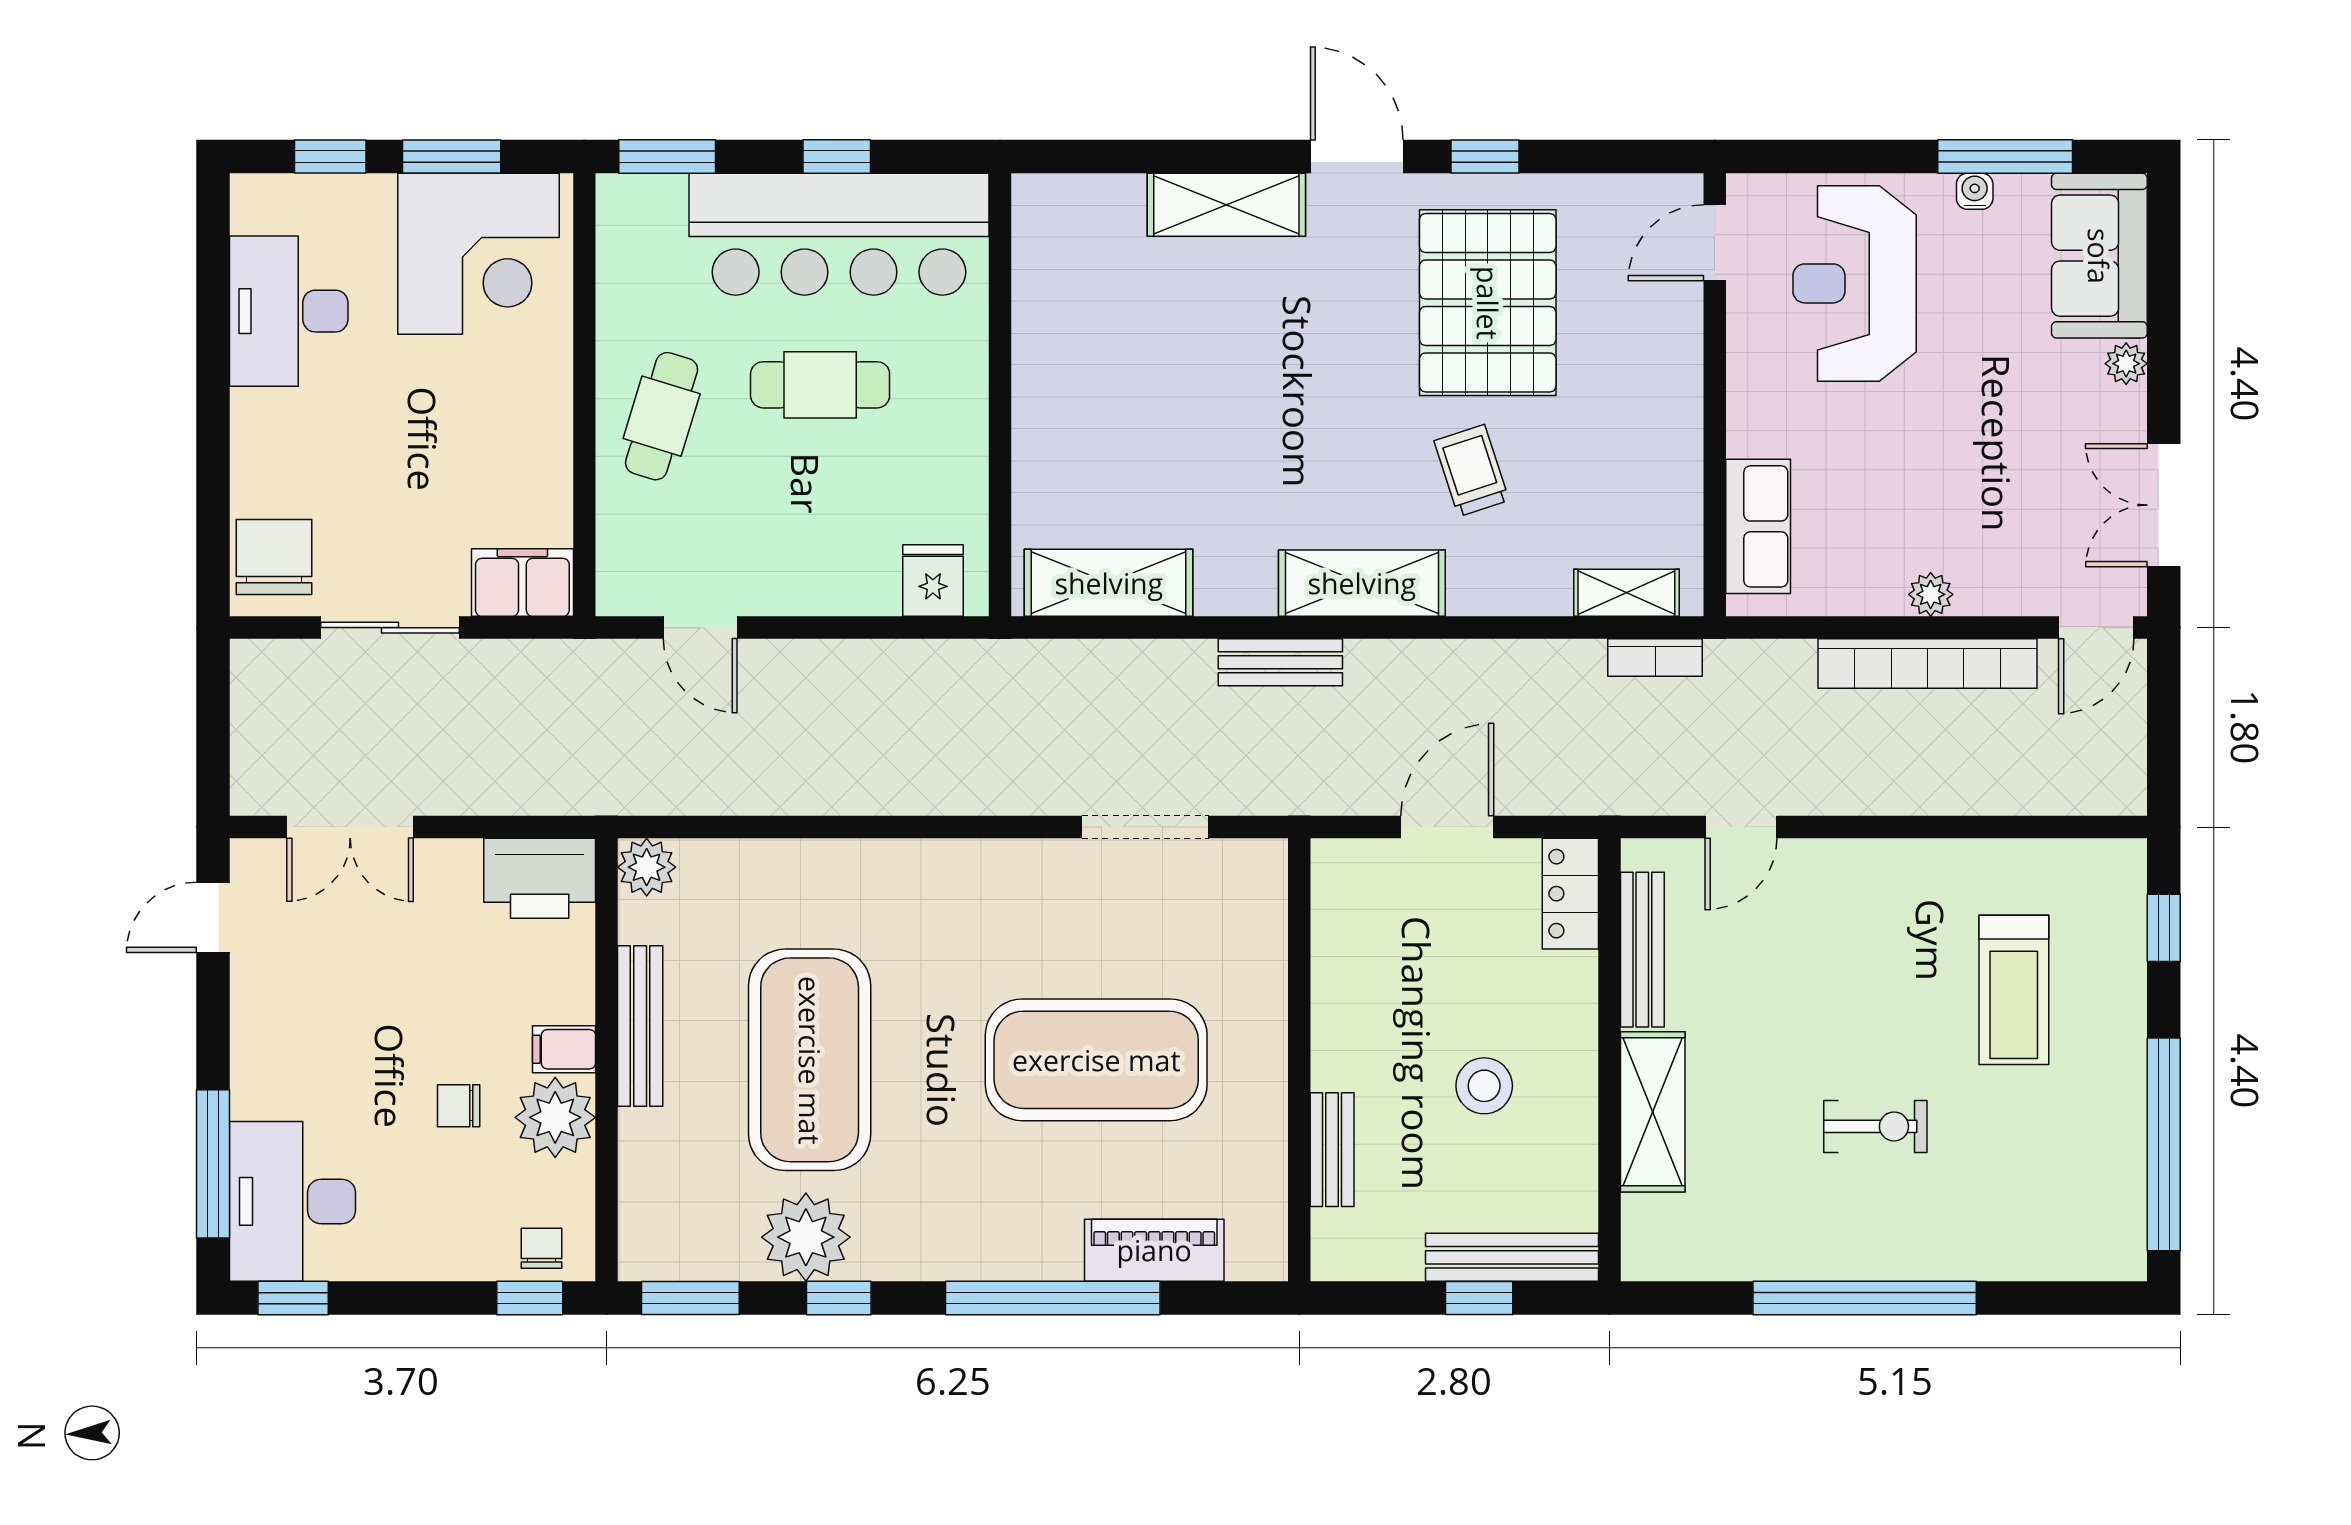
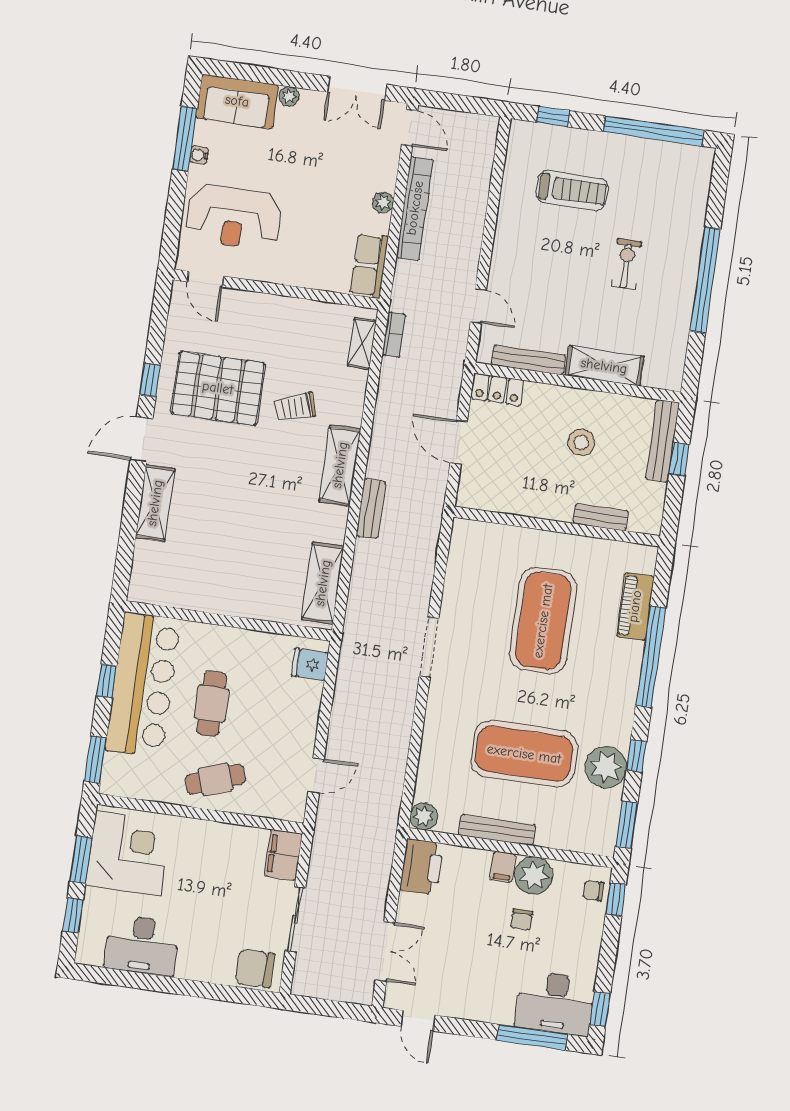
cafe table: (662, 416) -> (215, 779), turned -37
row of seats: (1758, 526) -> (369, 266), moved, turned -90
doorway: (1145, 827) -> (429, 647), moved

